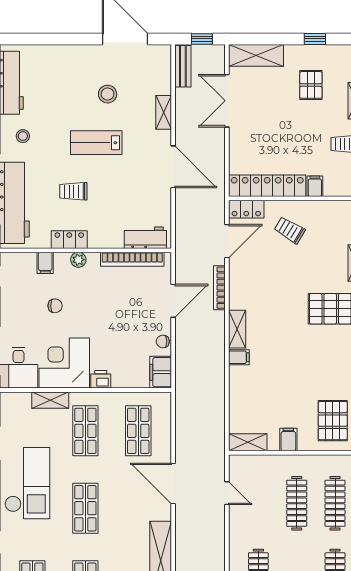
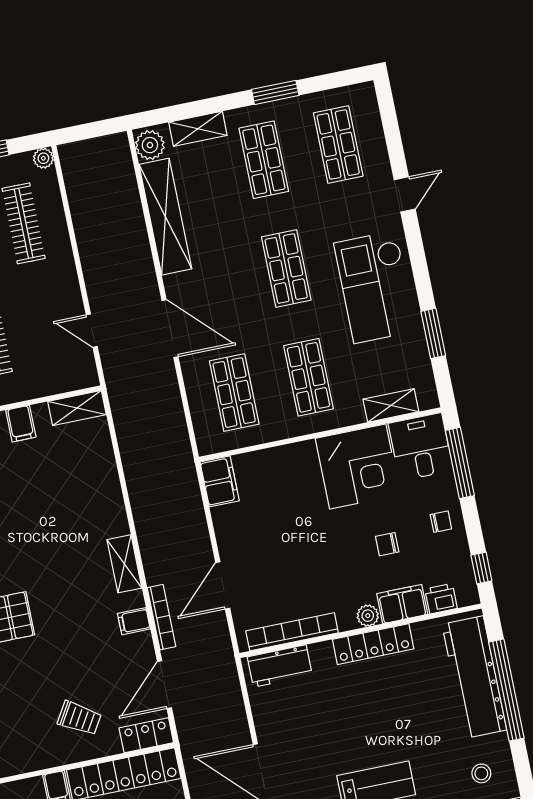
trolley: (73, 191) -> (395, 710), removed
locker: (69, 240) -> (373, 644), width x1.53
filing cabinet: (45, 263) -> (402, 604), width x2.00
chair: (163, 341) -> (441, 522), moved
filing cabinet: (239, 357) -> (134, 621), moved
printer: (101, 379) -> (441, 599), moved, turned 180
shelving: (50, 400) -> (391, 405), moved

